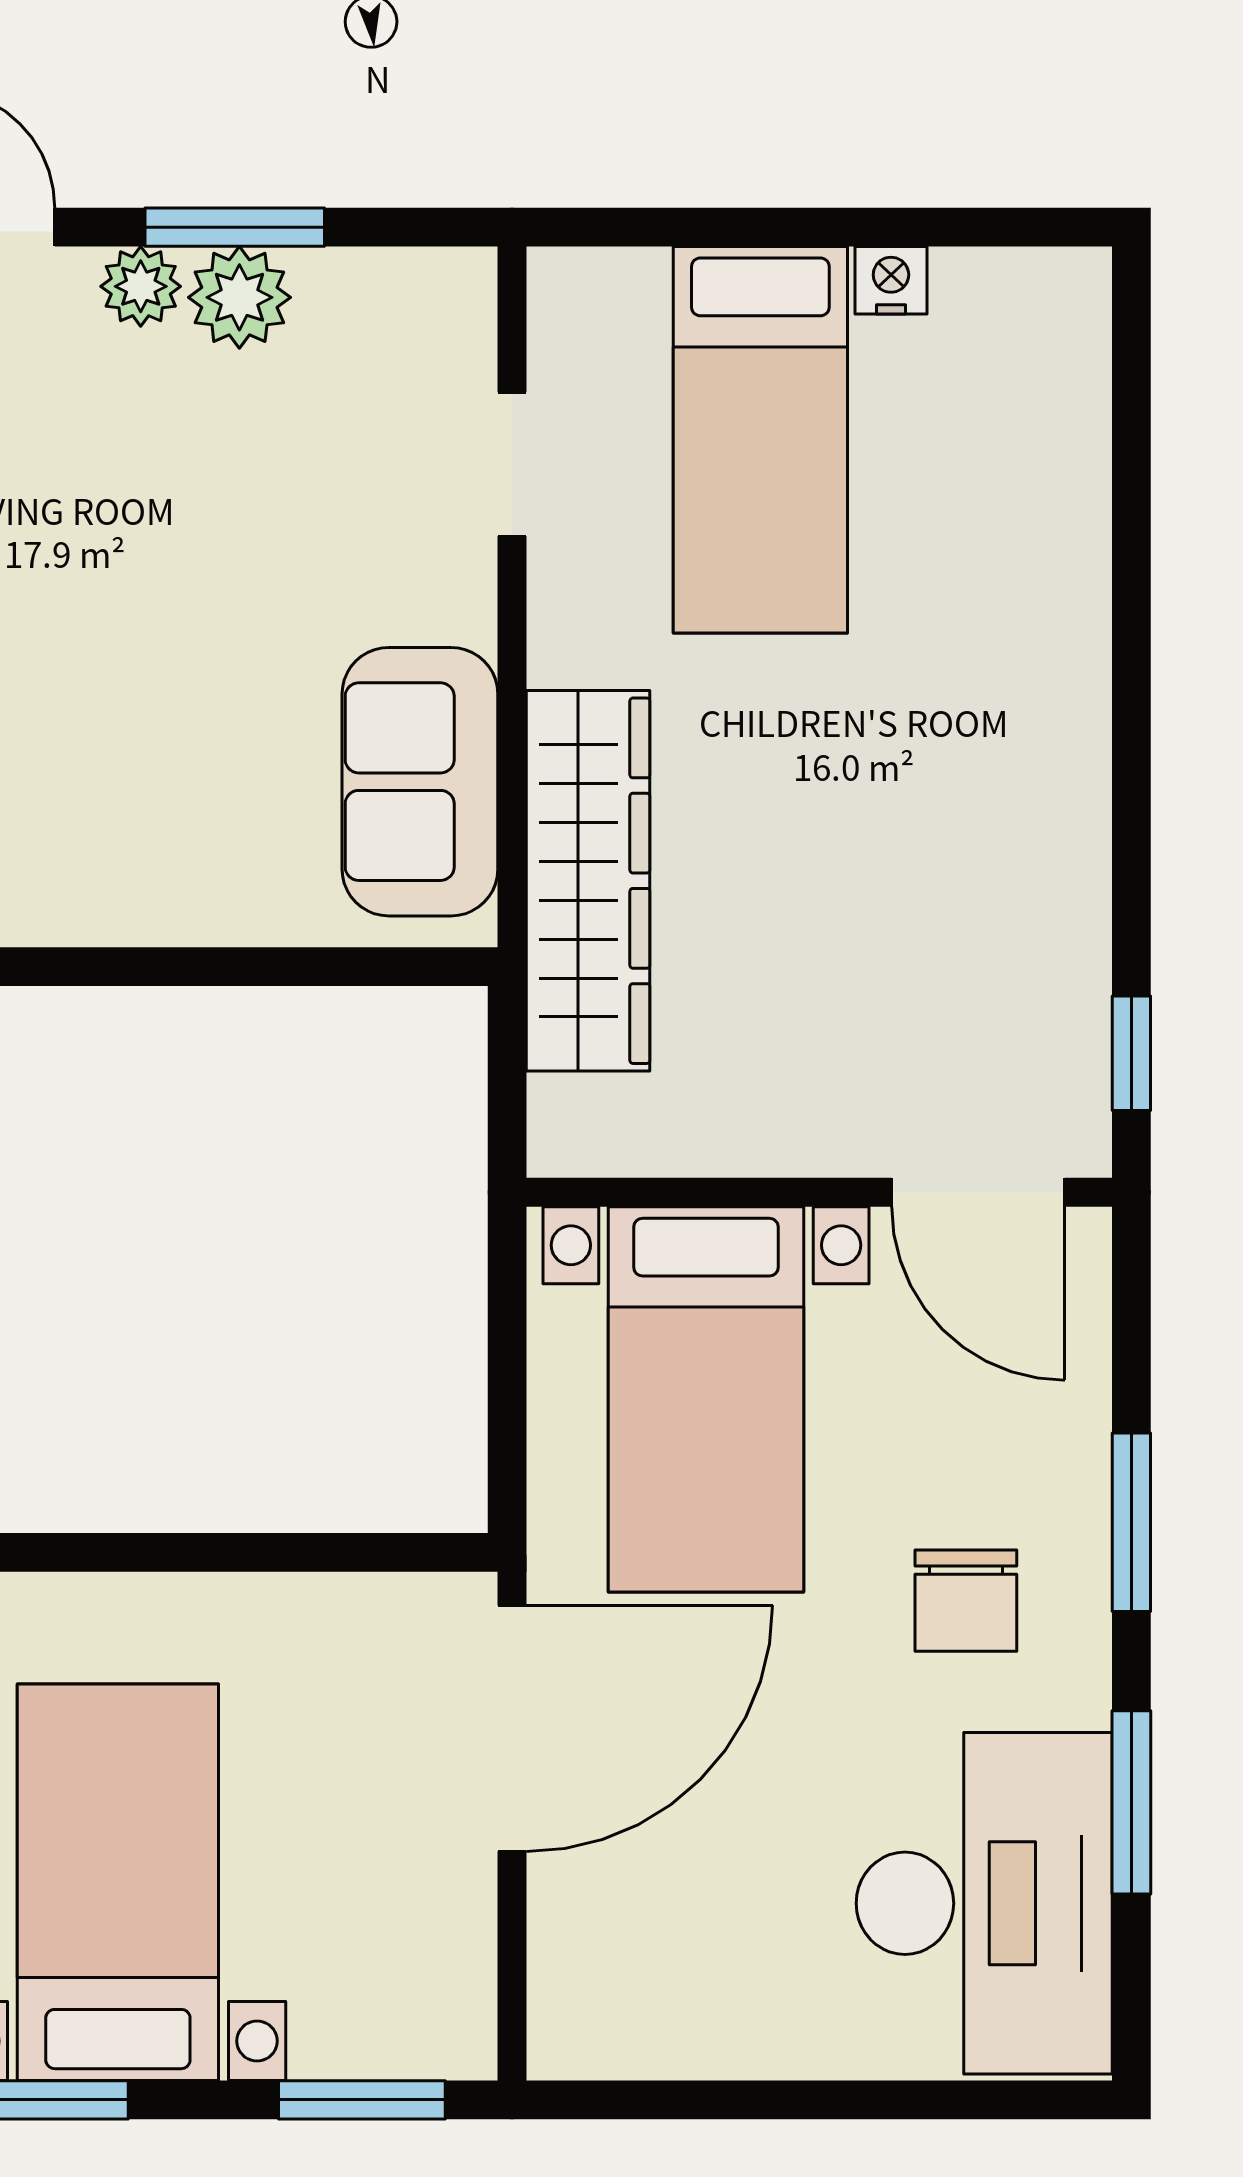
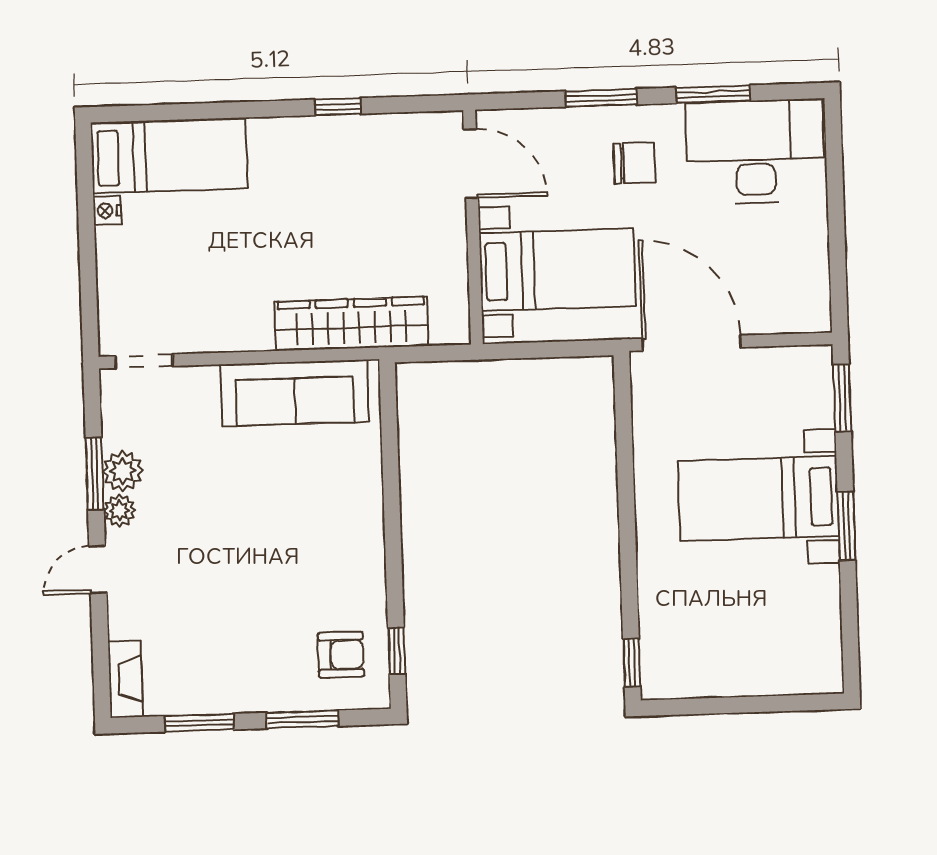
bed: (760, 440) -> (169, 156), moved
doorway: (512, 464) -> (144, 361), moved
sofa: (420, 782) -> (295, 393), width x1.36
window: (1131, 1053) -> (338, 107), moved
door: (978, 1192) -> (471, 164), hinge flipped

